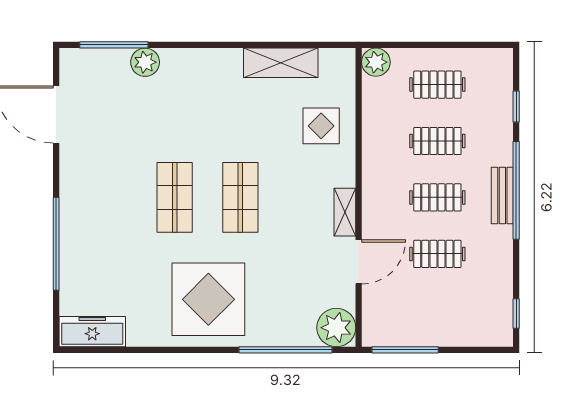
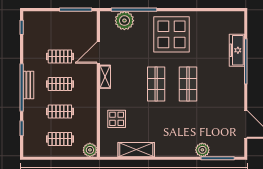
plant: (336, 328) -> (124, 21), moved
freezer: (92, 332) -> (237, 50), moved, turned 90

